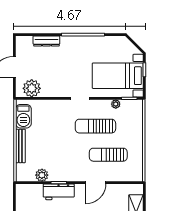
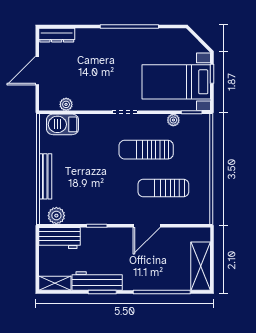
dresser: (46, 41) -> (57, 35), moved
plant: (32, 88) -> (66, 104), width x0.53, depth x0.53
barbecue: (23, 116) -> (63, 124), moved, turned 90
plant: (42, 175) -> (56, 216), moved
workbench: (59, 192) -> (60, 238), moved

